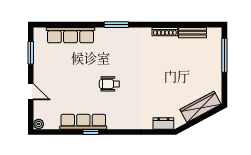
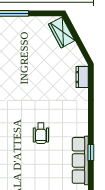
wardrobe: (200, 107) -> (62, 32), width x0.67

